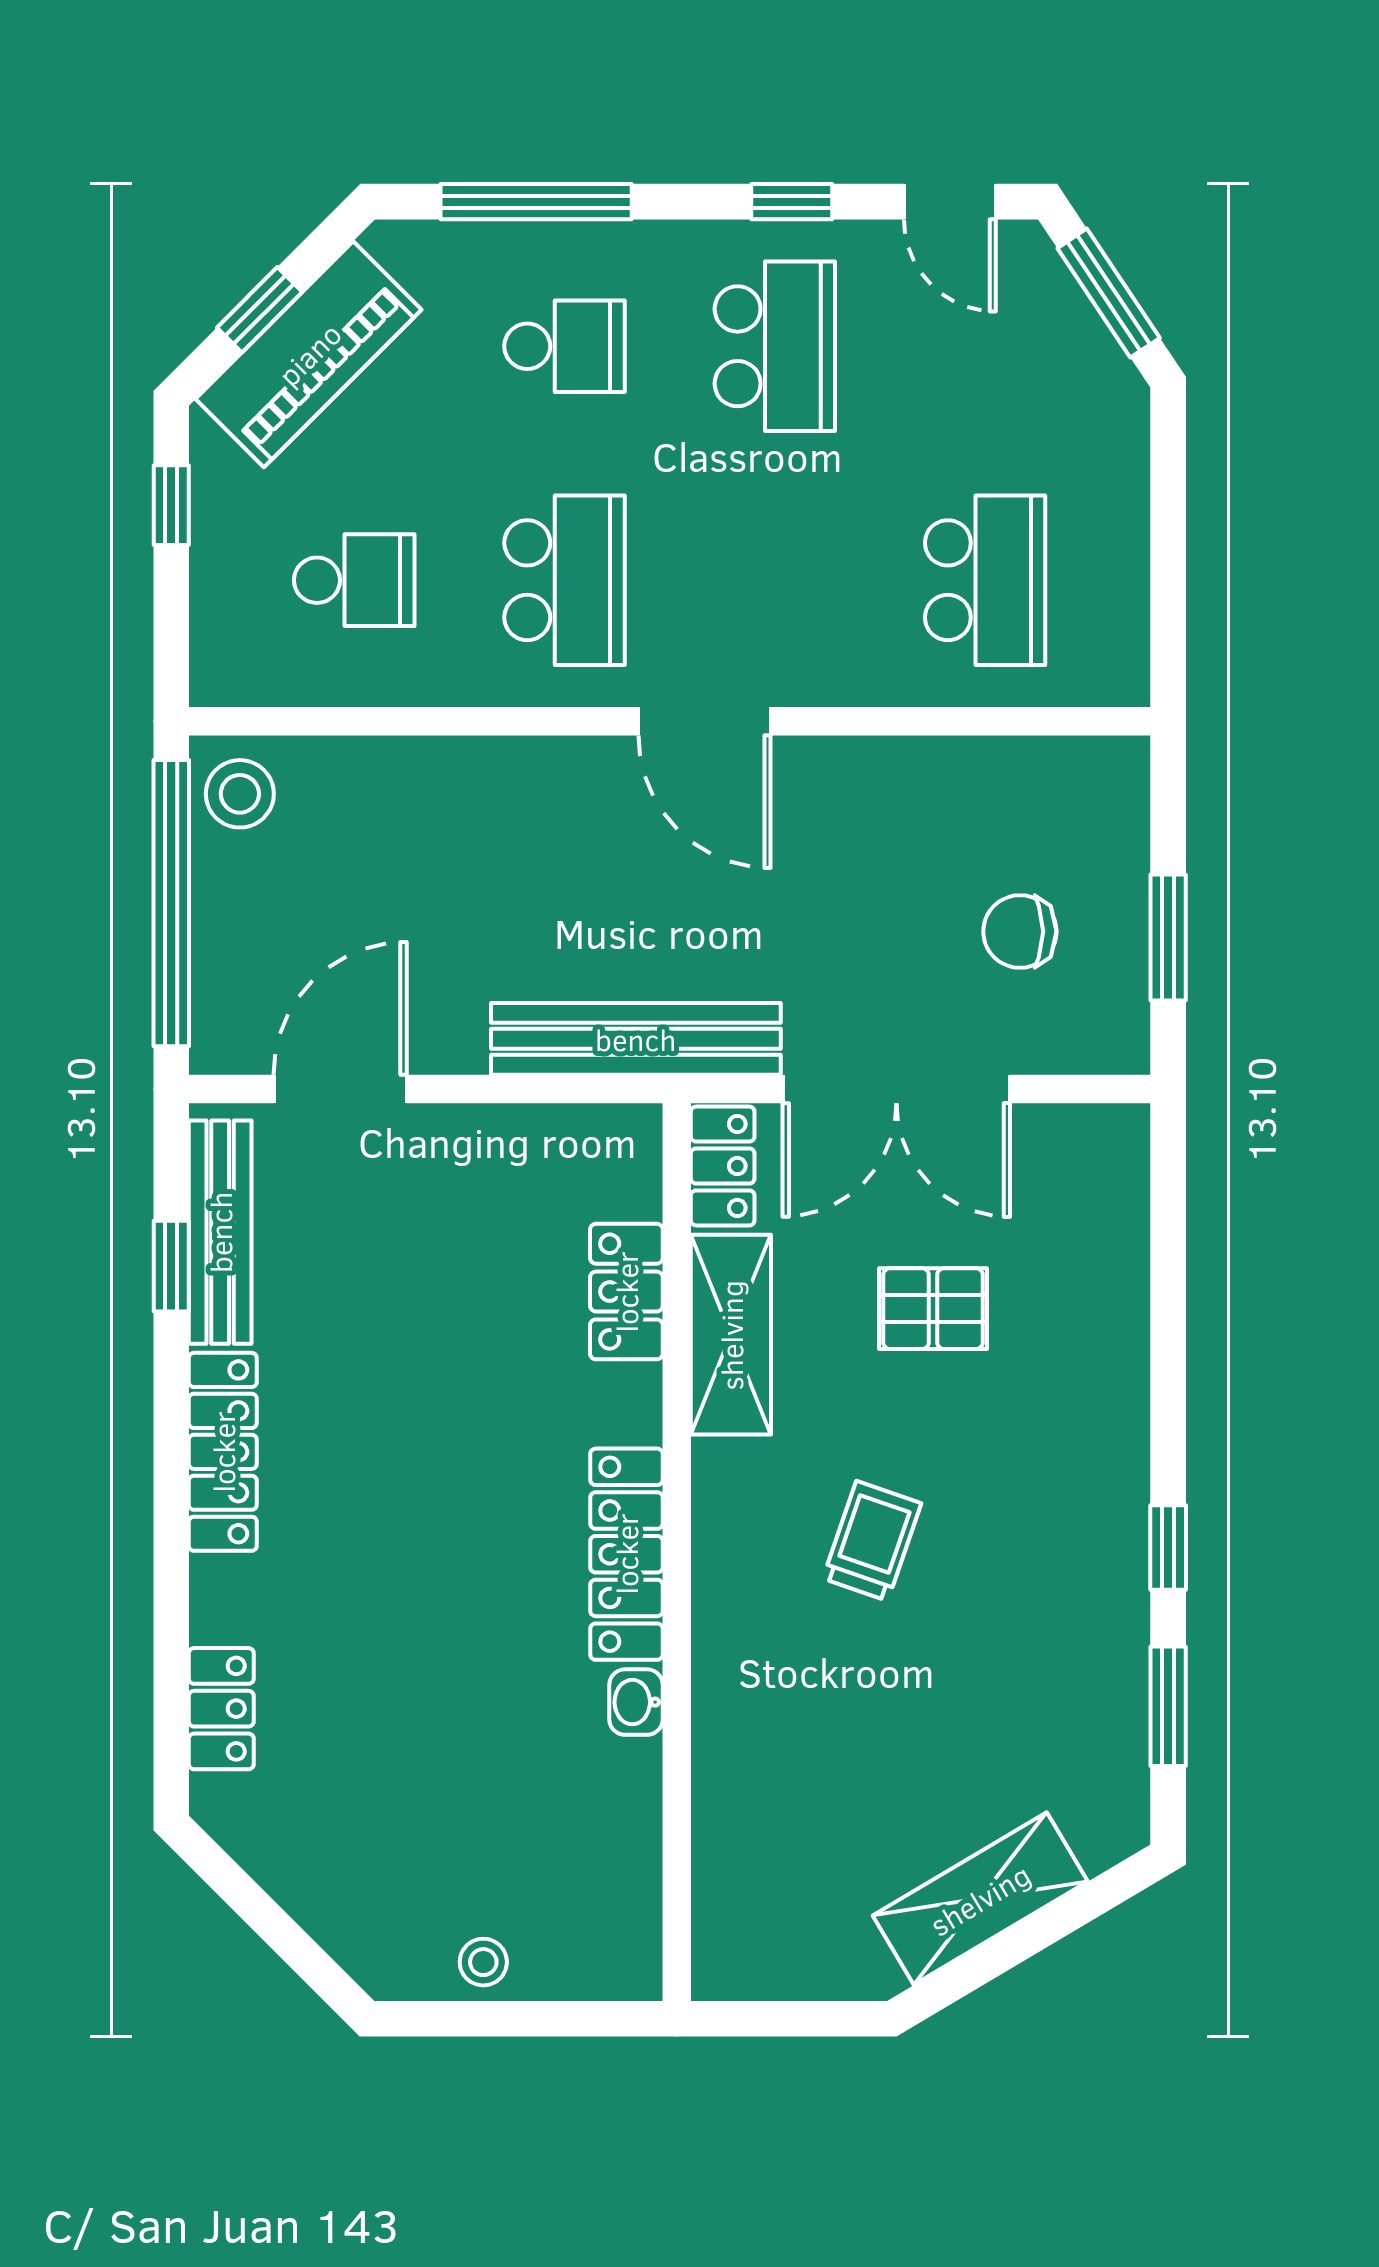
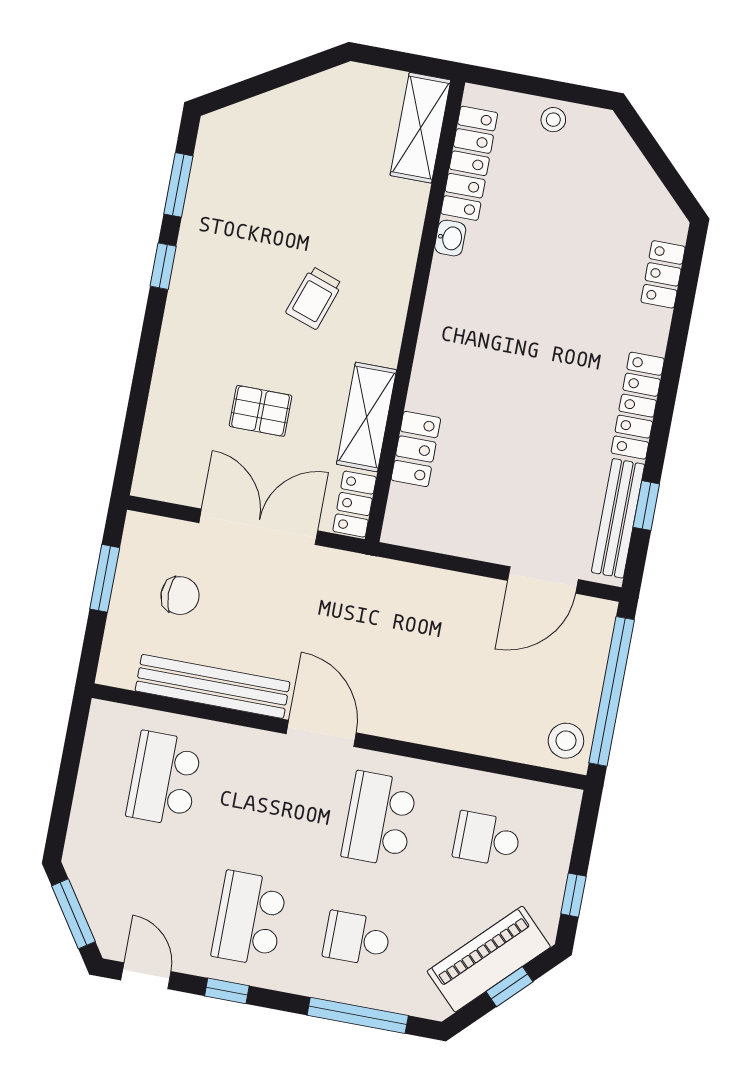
bench: (636, 1039) -> (213, 686), moved
locker: (626, 1554) -> (469, 163), moved
shelving: (980, 1899) -> (420, 128), moved, turned -59

